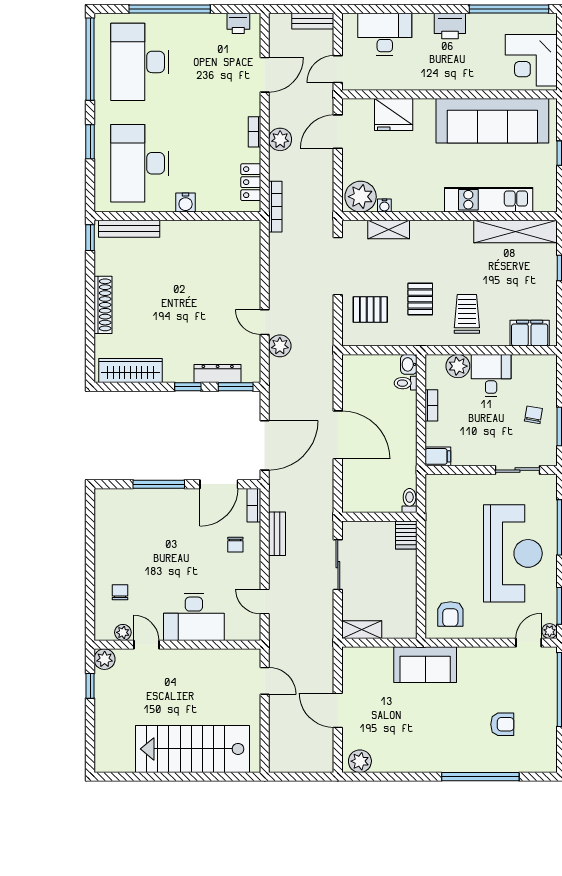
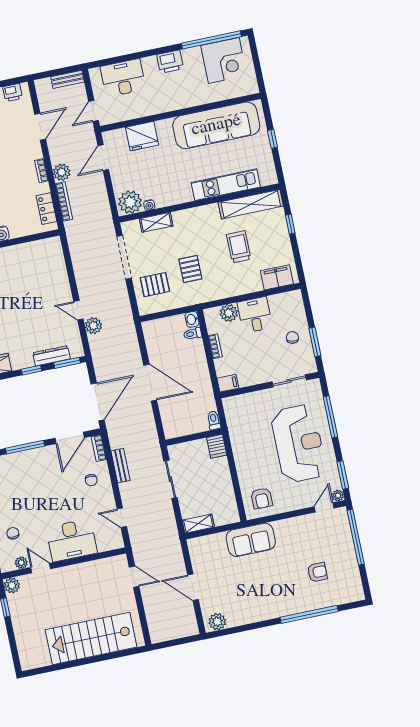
corner desk: (531, 60) -> (224, 60), moved, turned -90
bookcase: (275, 207) -> (64, 202), moved
trolley: (467, 314) -> (239, 247), moved

